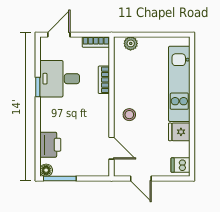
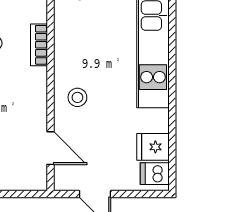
fridge: (179, 132) -> (153, 147), moved

